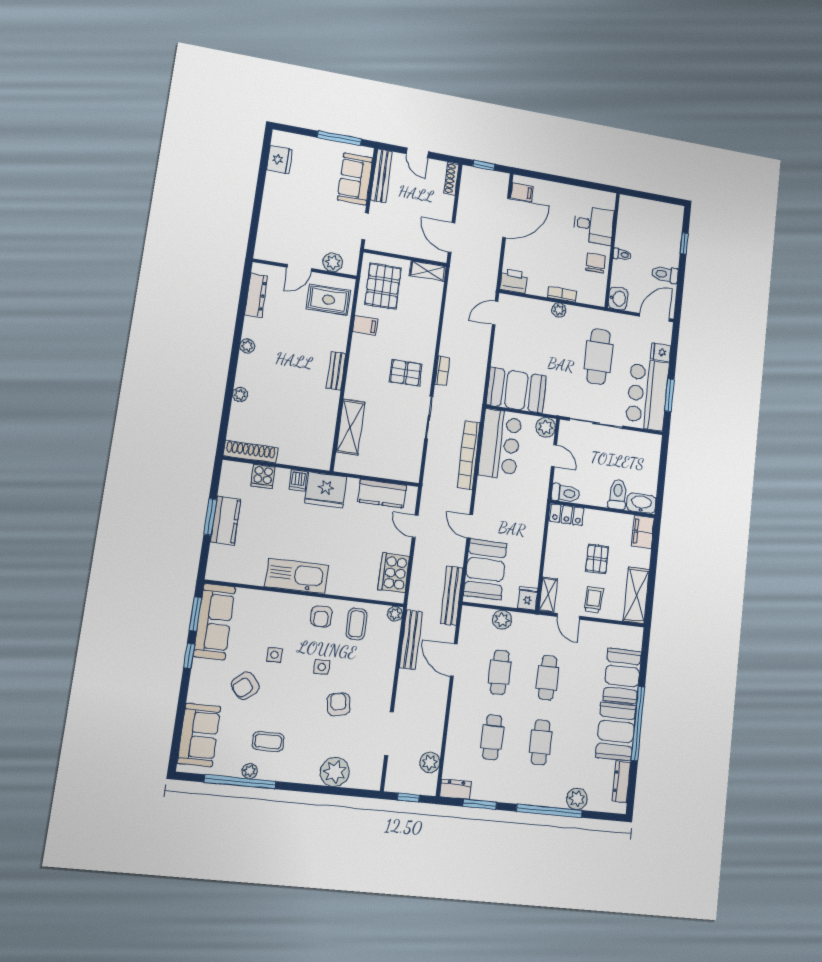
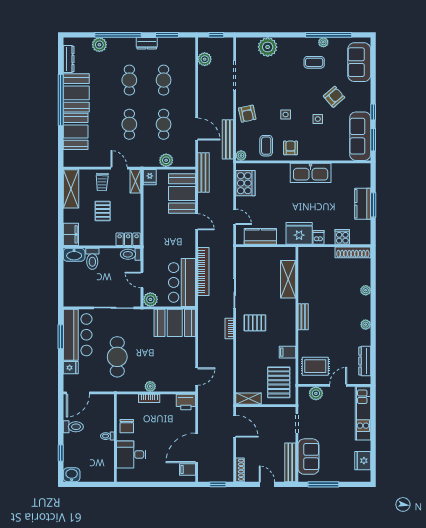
kitchen unit: (269, 224) -> (363, 413), added
washbasin: (618, 298) -> (72, 475), moved, turned 90
armchair: (339, 704) -> (247, 114), moved
dresser: (456, 789) -> (147, 43), moved

